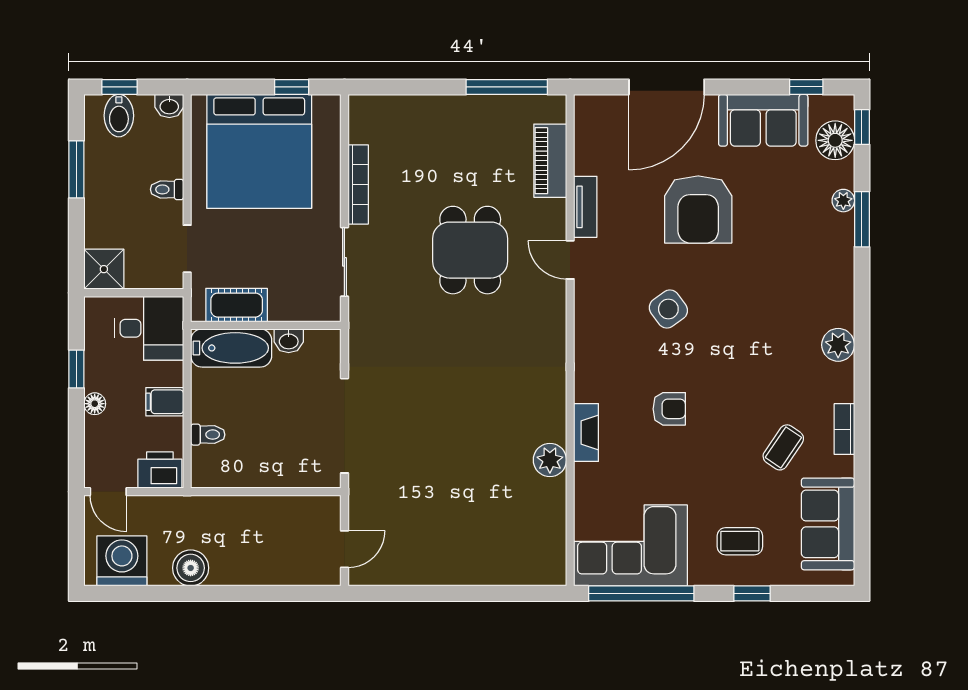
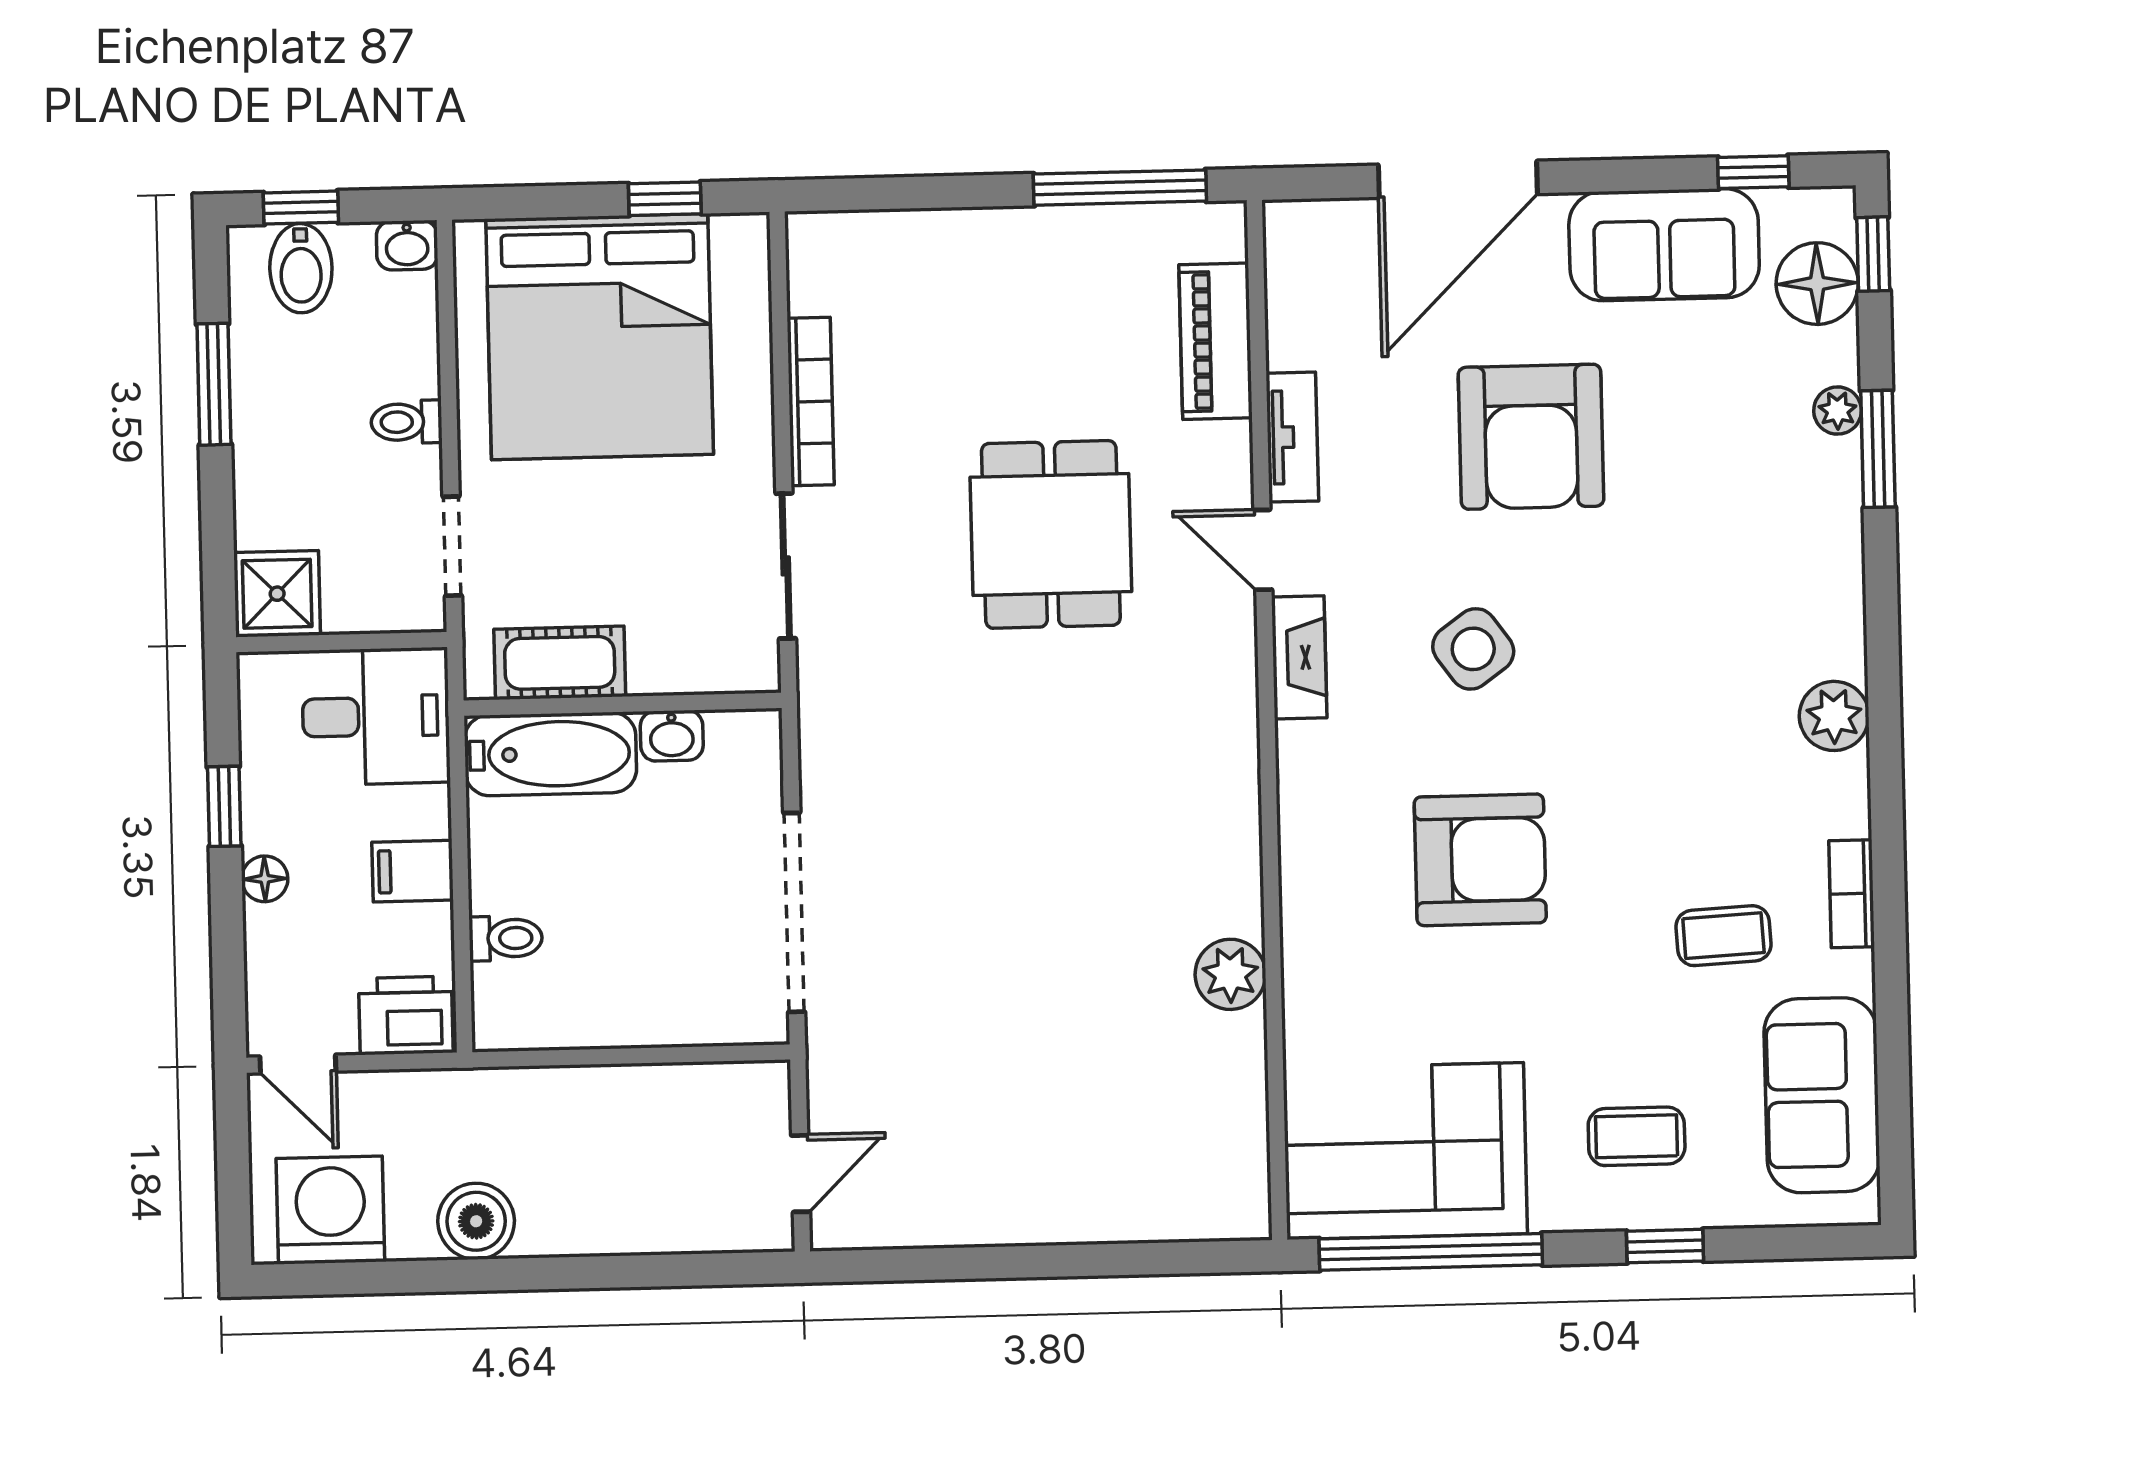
armchair: (669, 409) -> (1480, 860), width x1.88, depth x1.88
fireplace: (586, 433) -> (1299, 657), moved
coffee table: (783, 447) -> (1723, 936), turned 53

